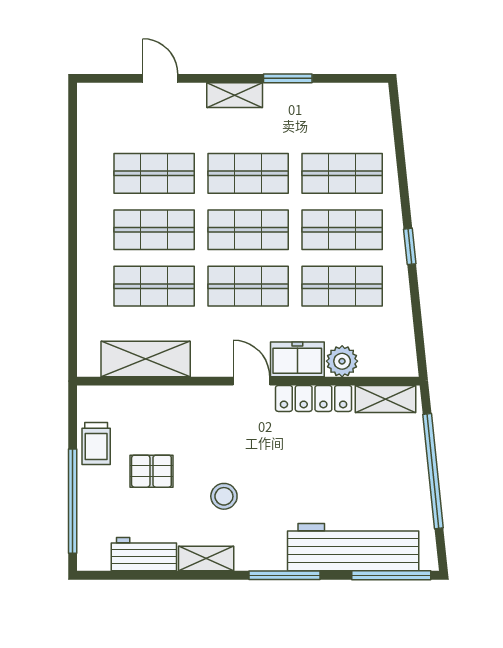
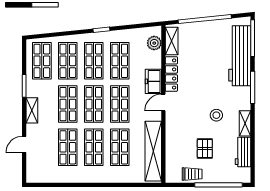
shop shelf: (342, 117) -> (42, 61), added
shelving: (146, 359) -> (153, 151), width x1.47
plant: (342, 361) -> (154, 43), moved

